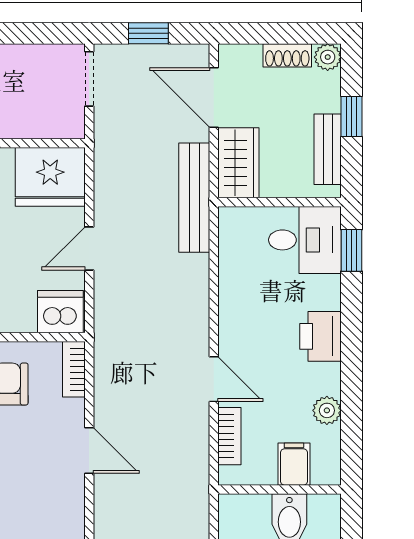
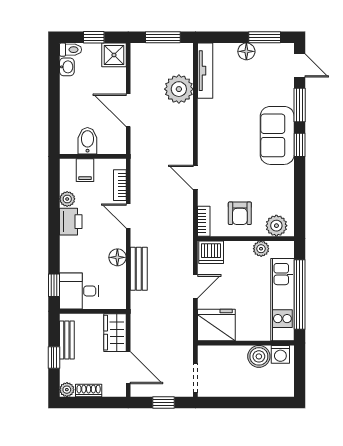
bench: (194, 198) -> (139, 269), moved, width x0.73
floor lamp: (234, 302) -> (117, 257), added
printer: (321, 336) -> (71, 222), moved

